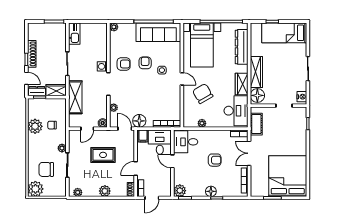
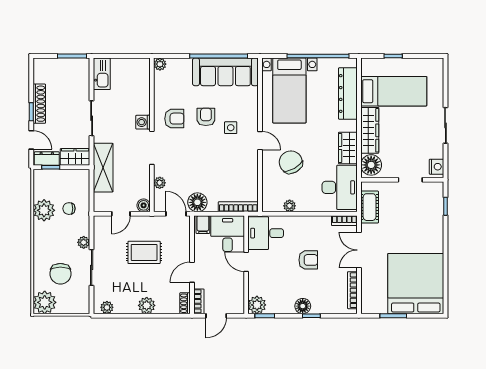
bed: (284, 33) -> (394, 91), moved, turned 180
chair: (46, 169) -> (60, 274), turned -90

